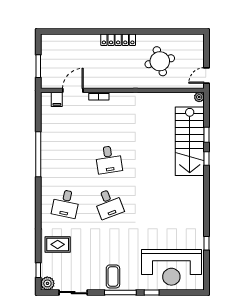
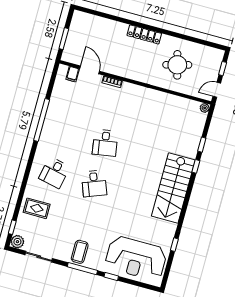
window: (206, 53) -> (223, 69), added
door: (73, 90) -> (90, 70), hinge flipped
stairs: (190, 141) -> (173, 188), moved

